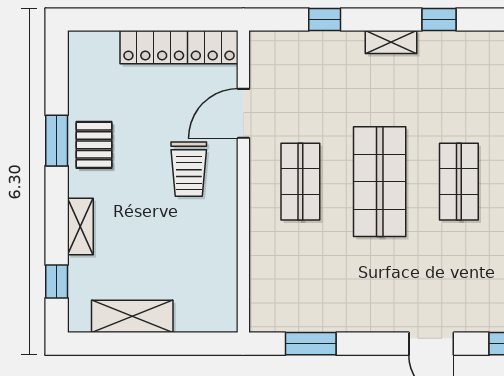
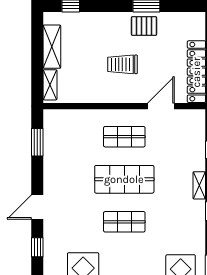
door: (243, 113) -> (161, 106), hinge flipped
trolley: (189, 169) -> (122, 64), moved
shelving: (80, 226) -> (50, 85), moved, turned 90

